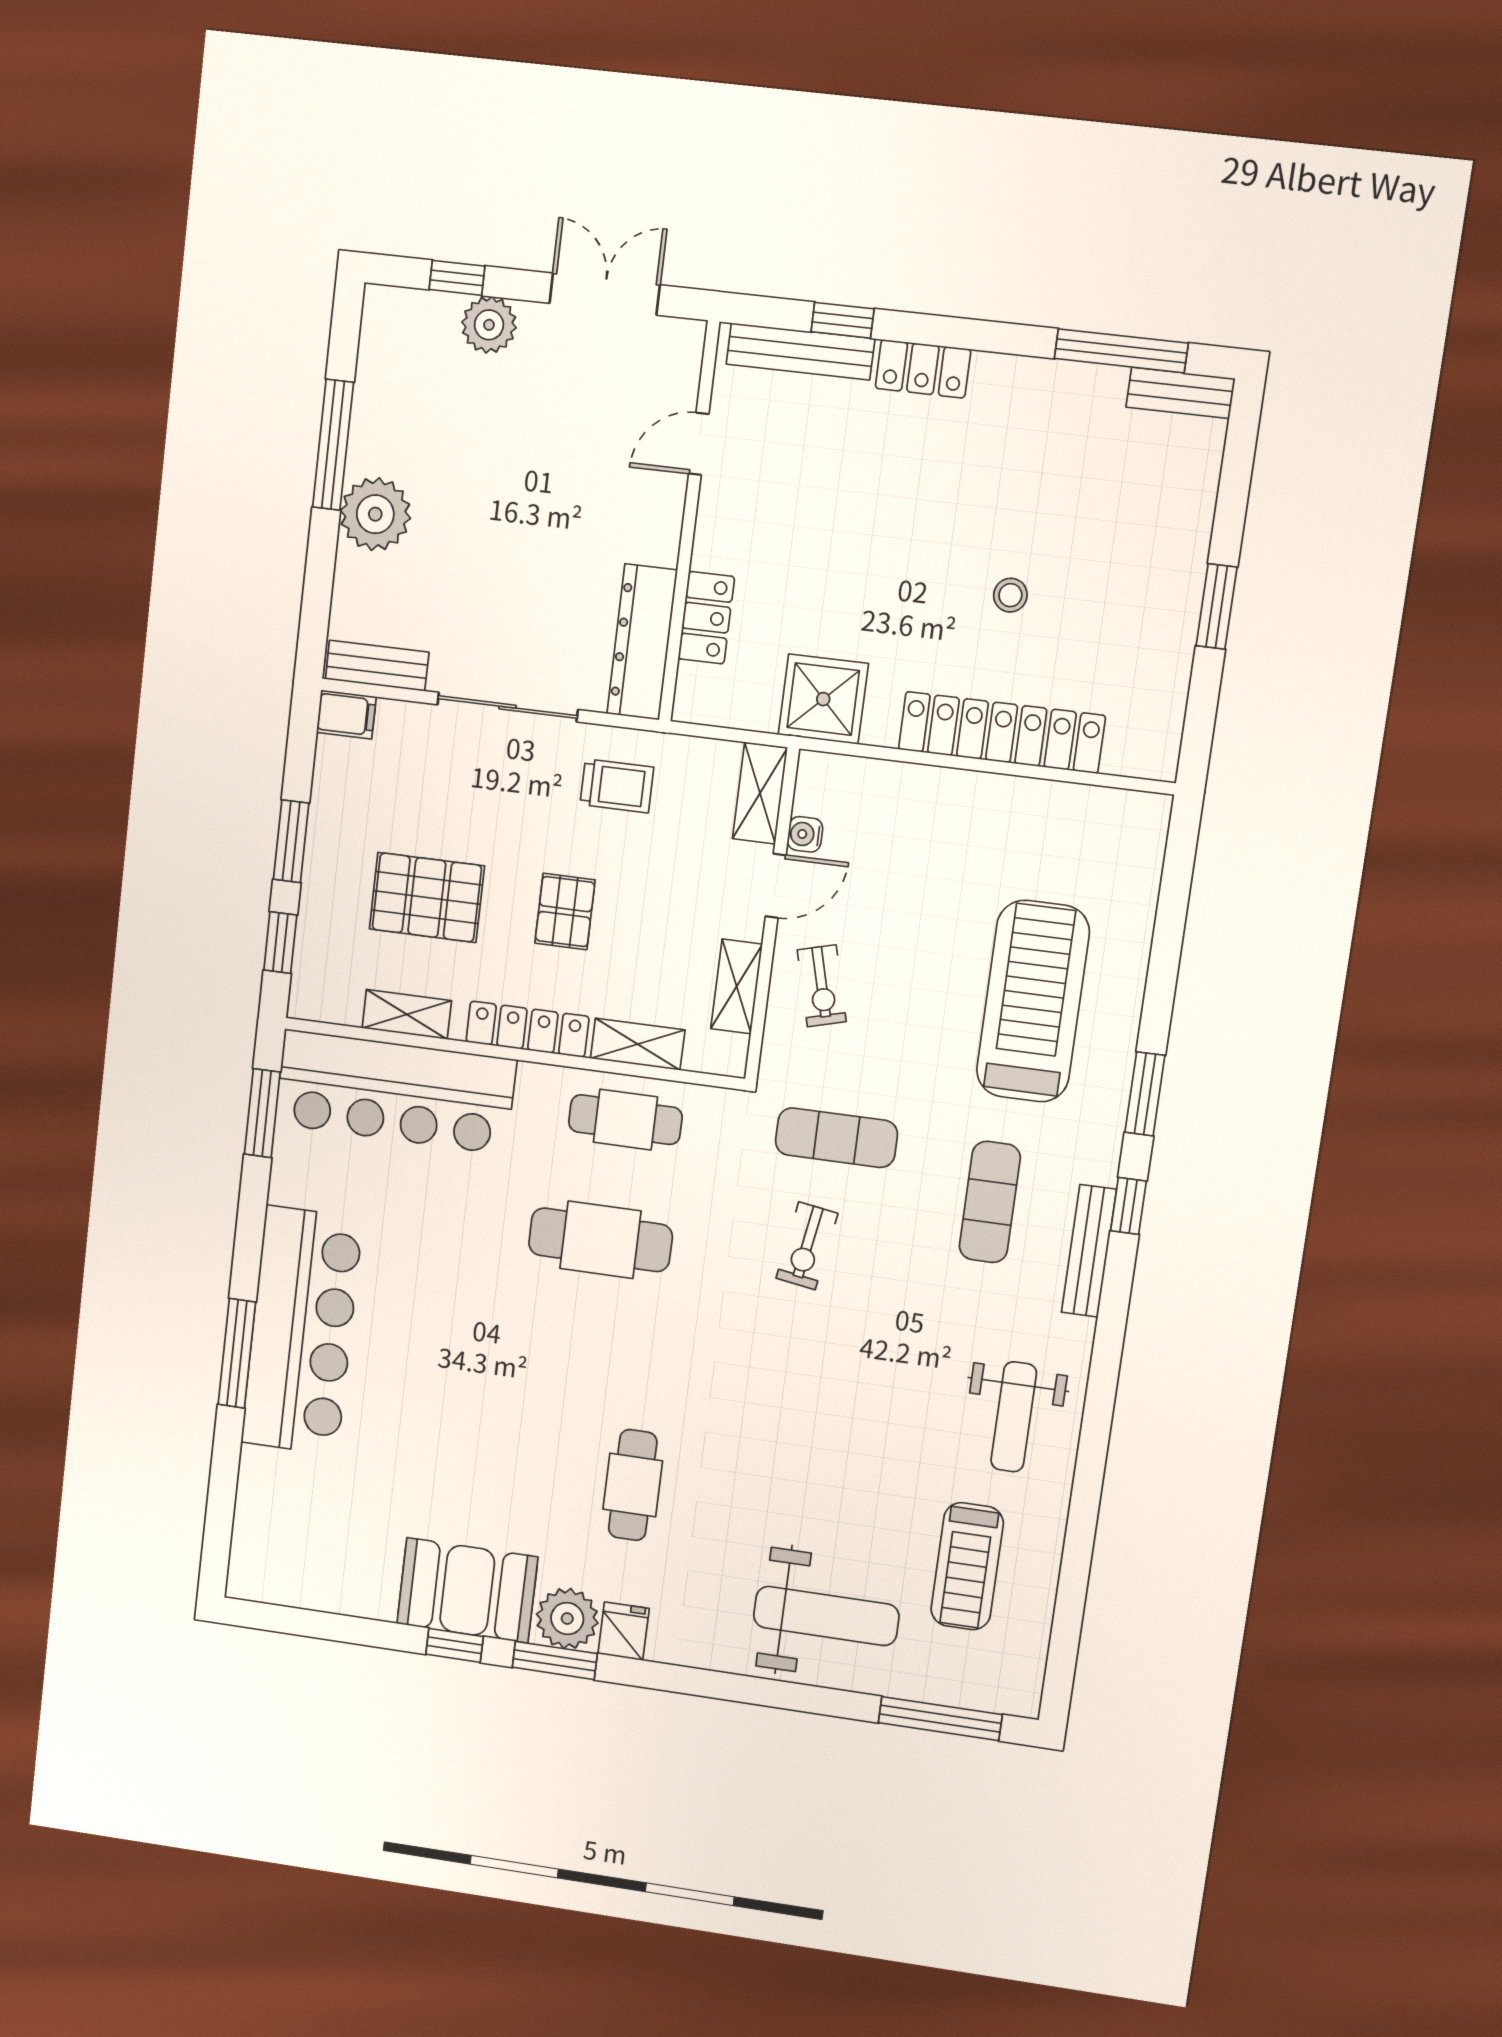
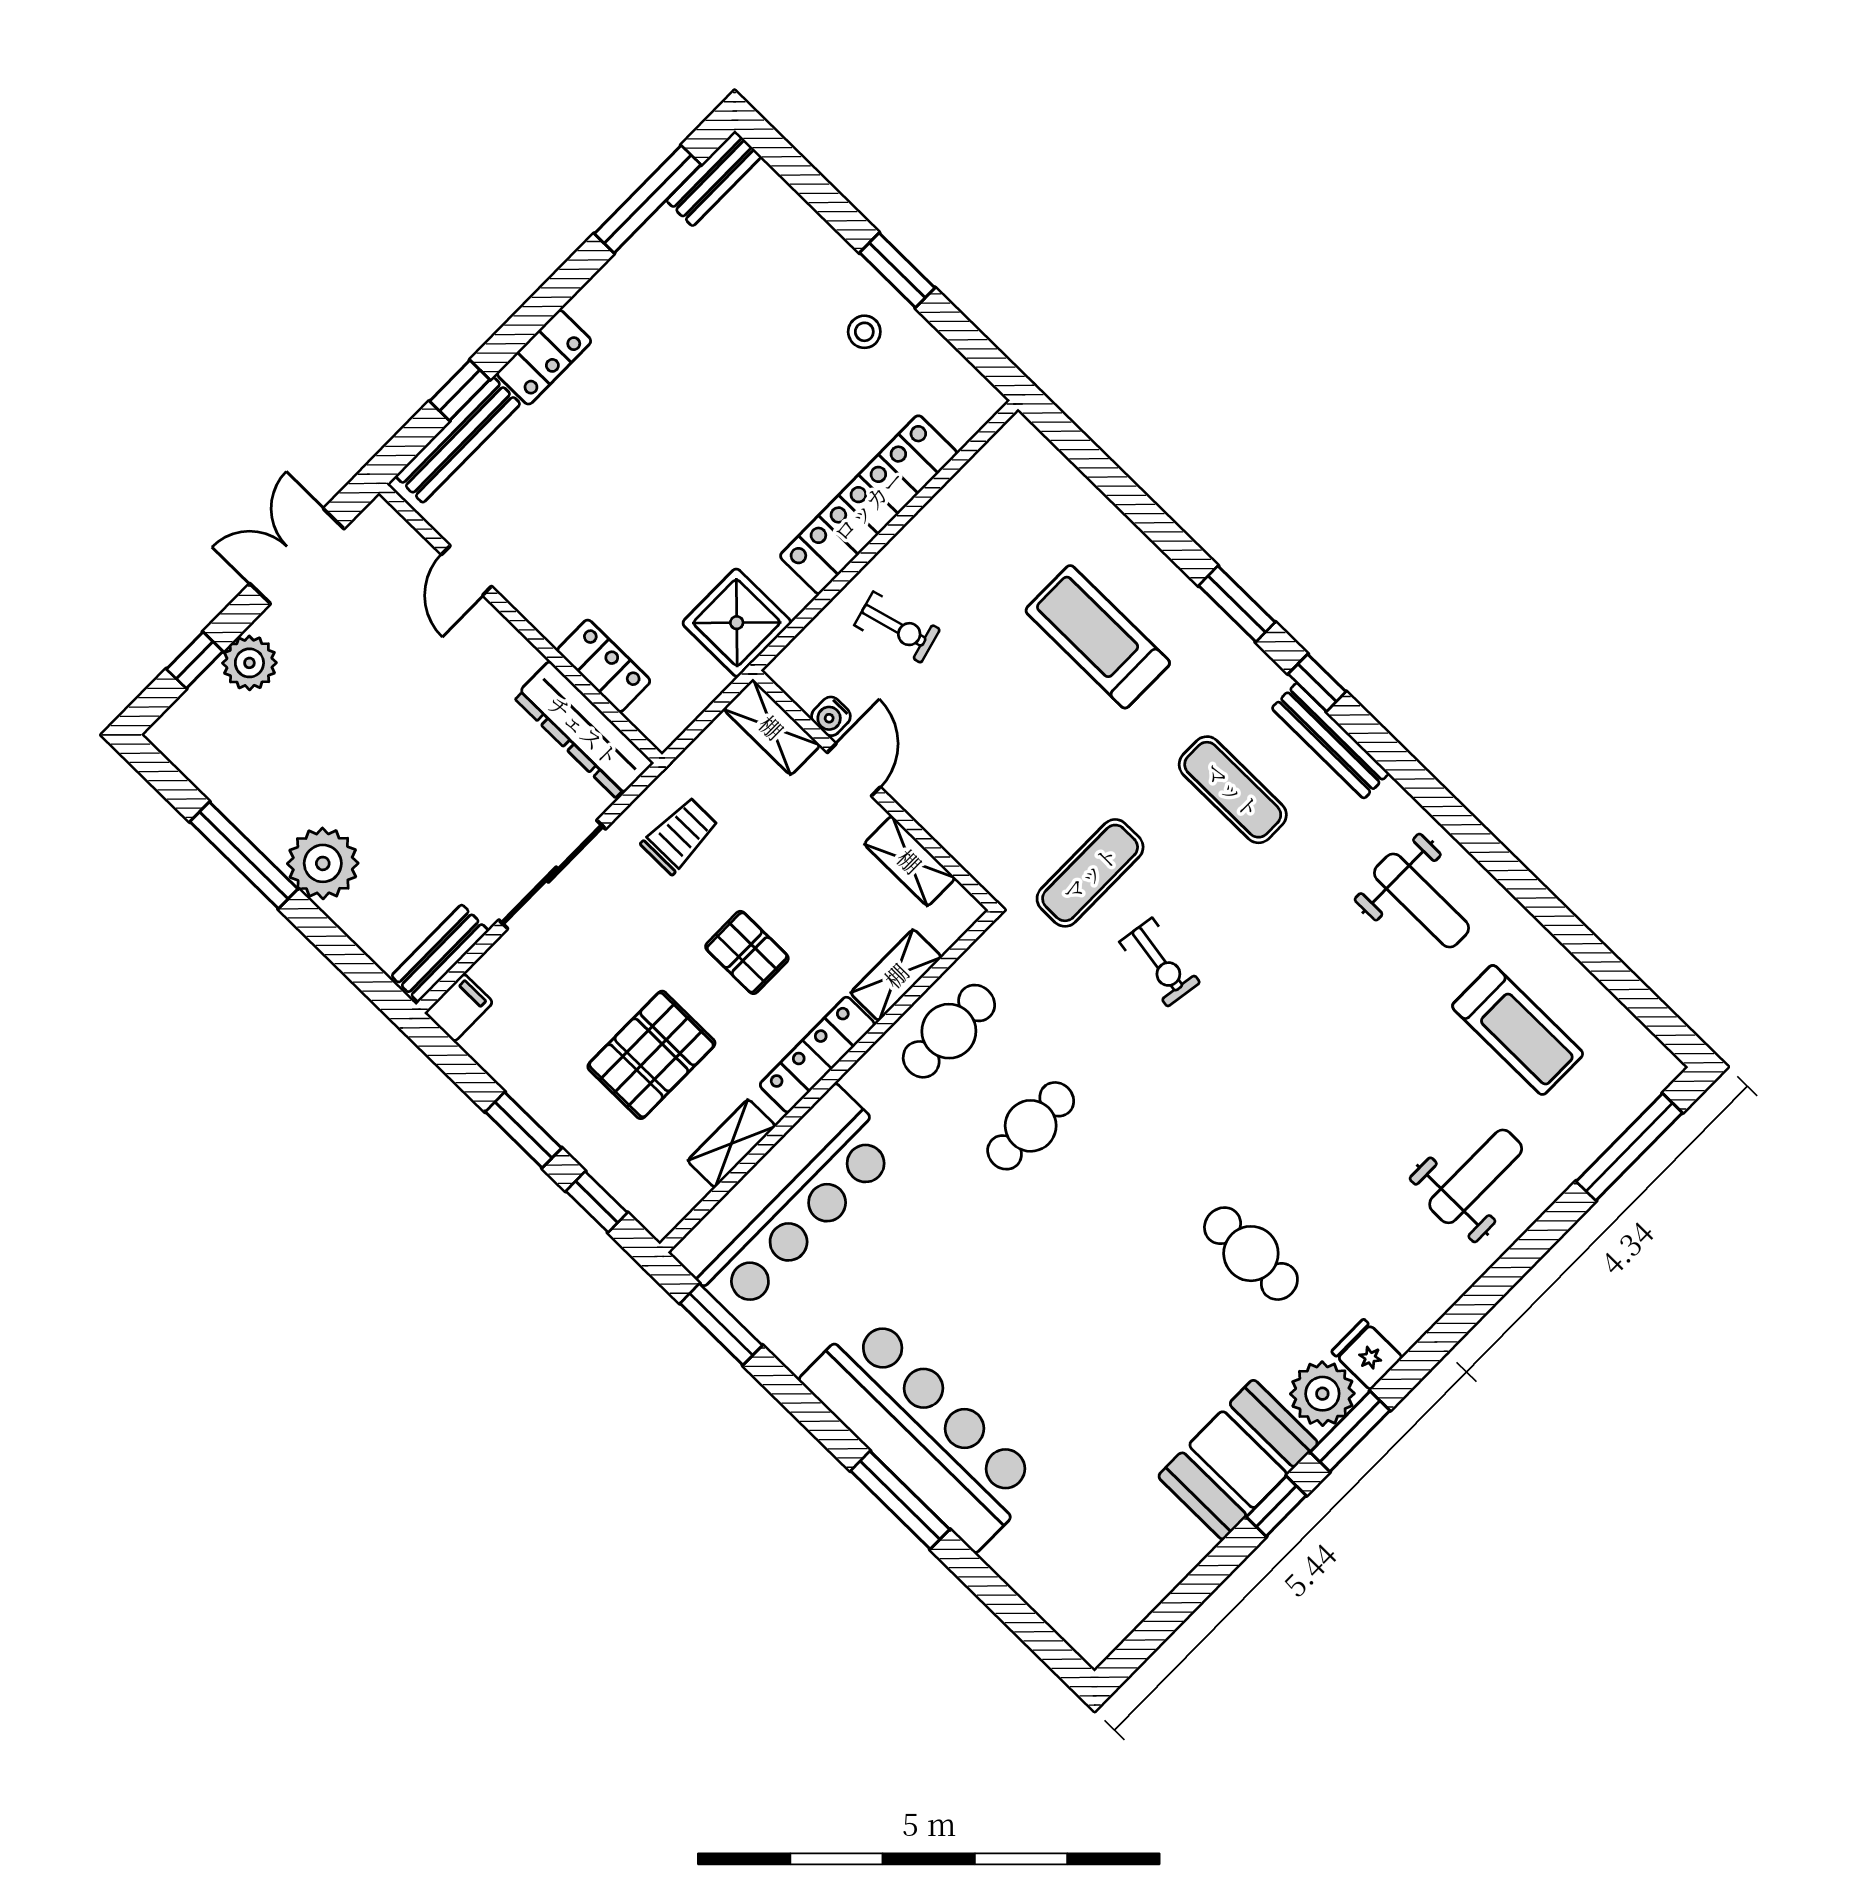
stool: (1010, 595) -> (864, 332), moved
exercise bike: (822, 986) -> (897, 627), moved
treadmill: (1033, 1001) -> (1098, 637), width x0.73, depth x0.73
cafe table: (600, 1240) -> (1031, 1126), width x0.73, depth x0.74
weight bench: (826, 1616) -> (1476, 1176), width x0.73, depth x0.75

